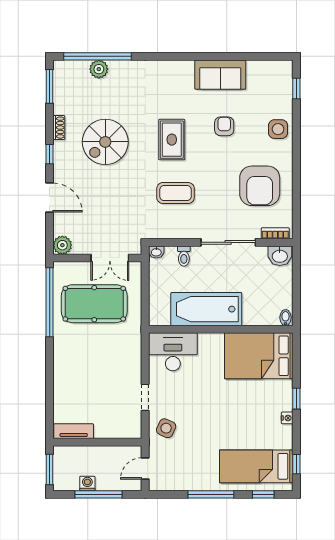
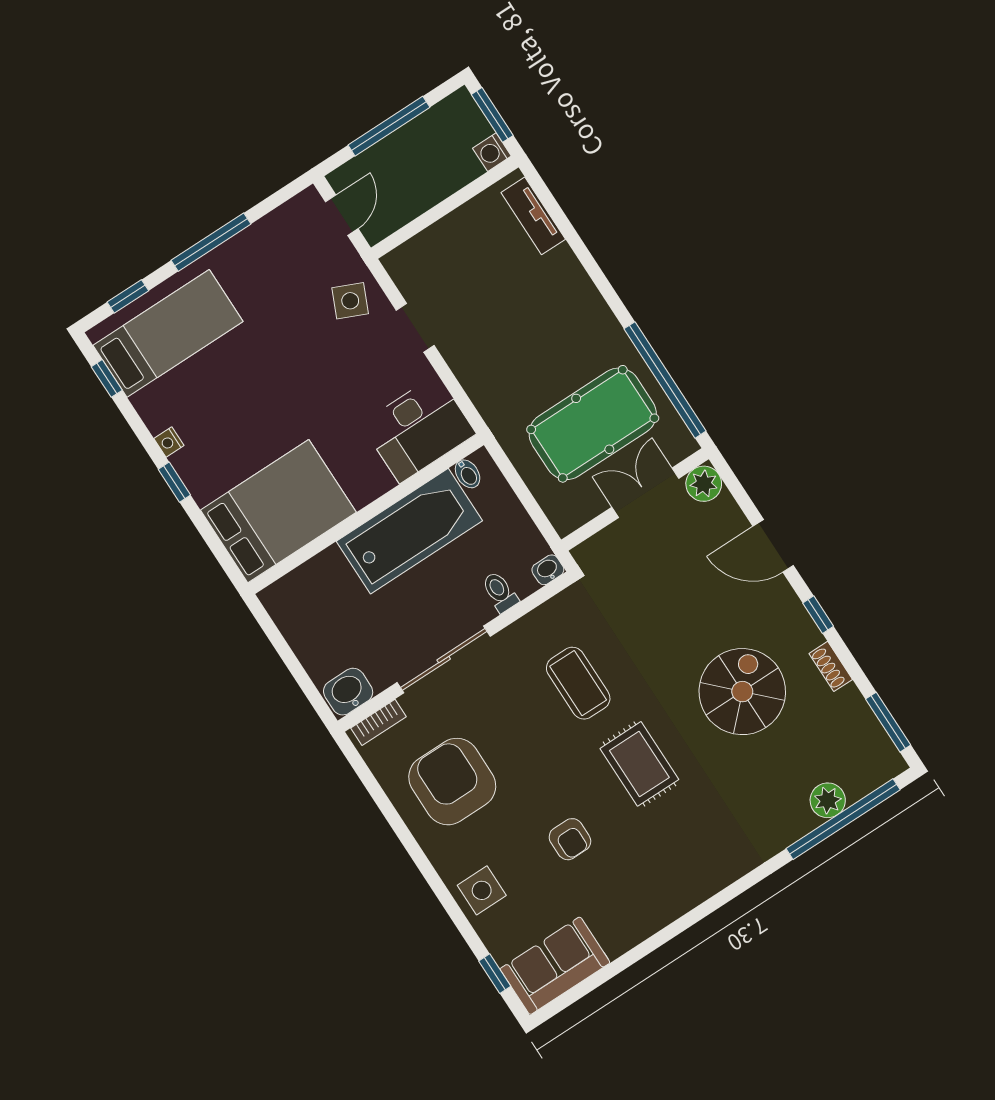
sofa: (220, 75) -> (555, 966), moved
coffee table: (176, 193) -> (578, 683), turned 90
double door: (110, 258) -> (645, 493), moved
bidet: (285, 318) -> (468, 474), moved
tv unit: (74, 431) -> (533, 216), moved, turned 90
washing machine: (87, 483) -> (492, 152), moved, turned 90

